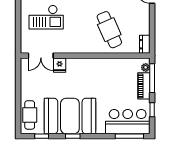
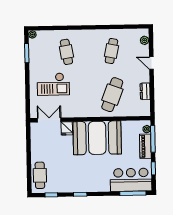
cafe table: (109, 30) -> (112, 95), turned 45
dresser: (145, 44) -> (145, 91), moved
double door: (41, 56) -> (49, 120), swing flipped
booth: (70, 116) -> (97, 138), moved

